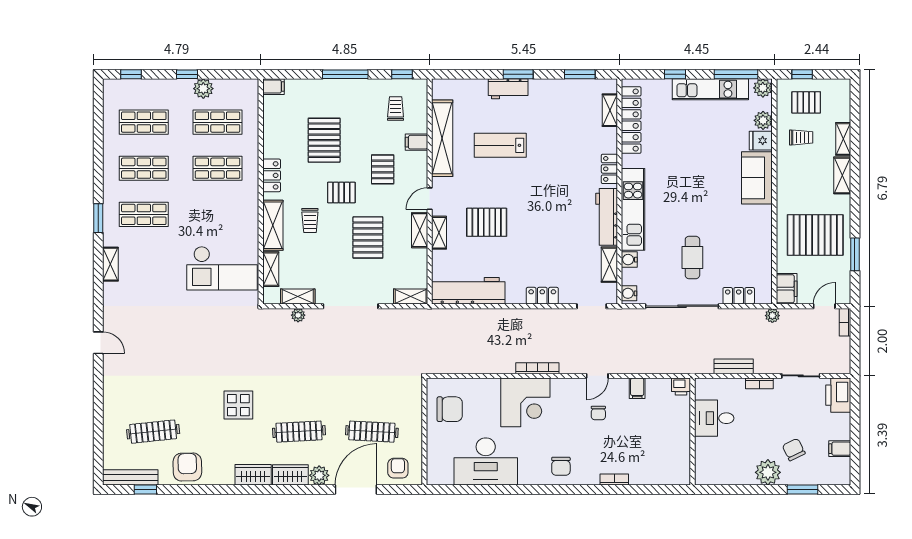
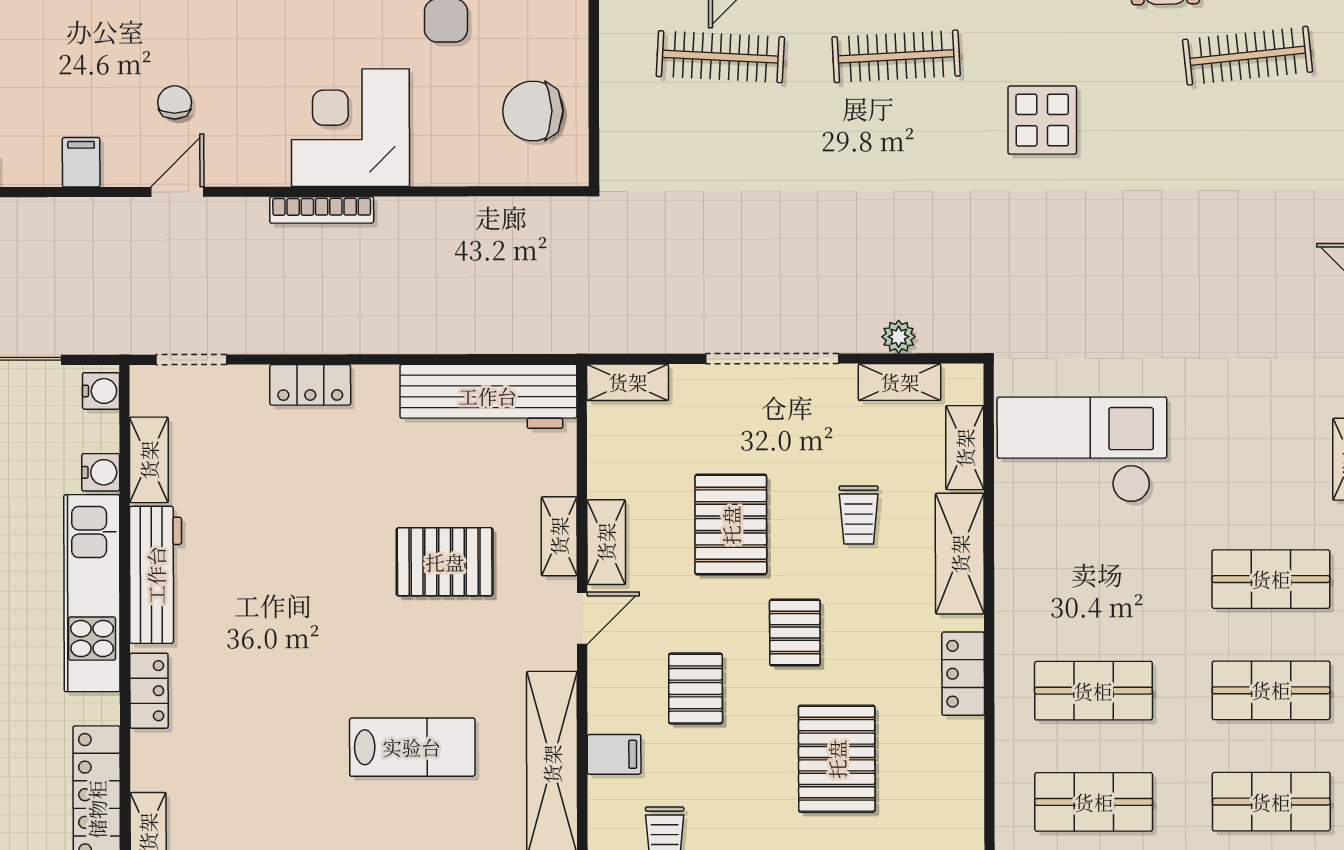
pallet: (341, 193) -> (795, 633), turned 90
trolley: (310, 220) -> (859, 515), moved, turned 180

